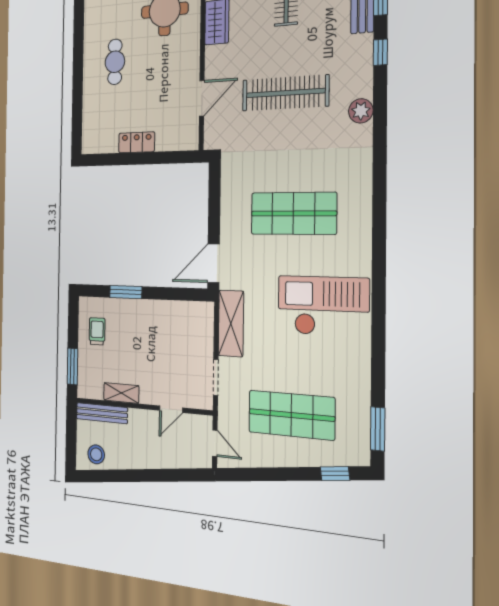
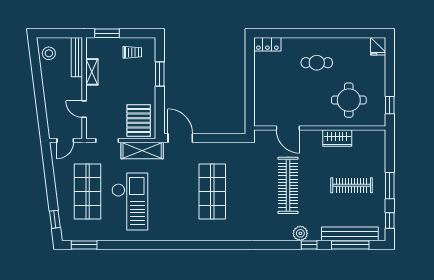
plant: (361, 111) -> (300, 233), moved
locker: (137, 142) -> (267, 44), moved, turned 90
checkout: (323, 306) -> (130, 201), moved
pallet: (188, 327) -> (139, 120), added

